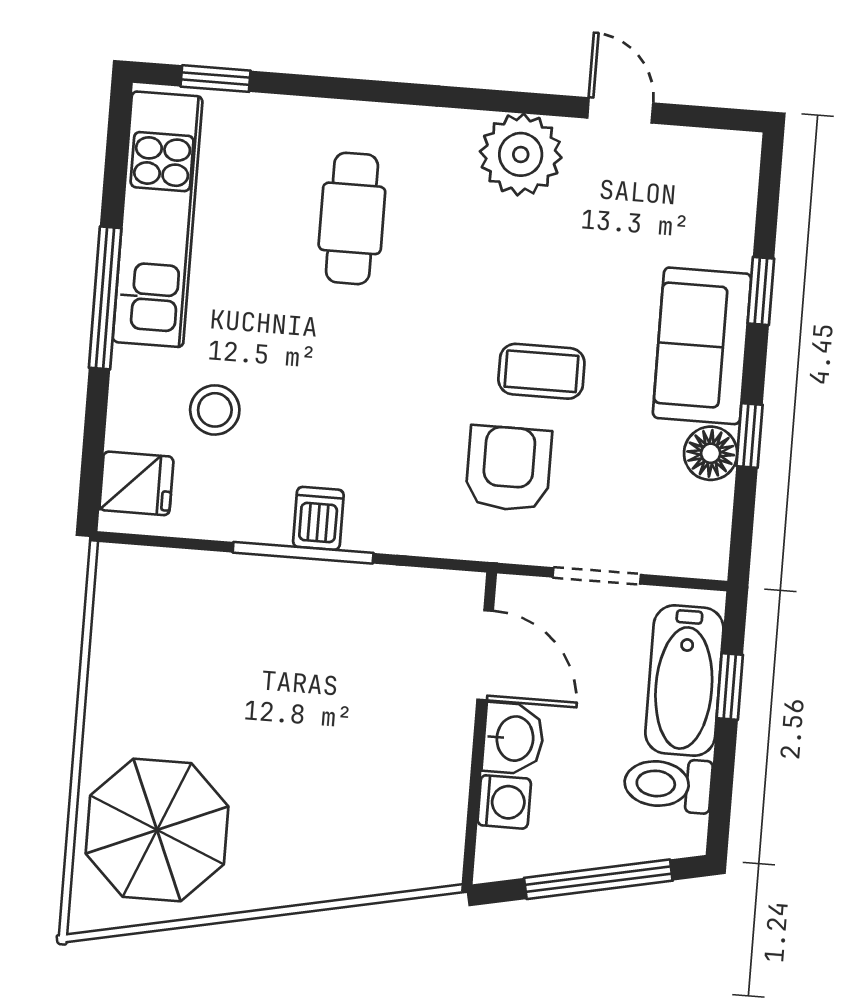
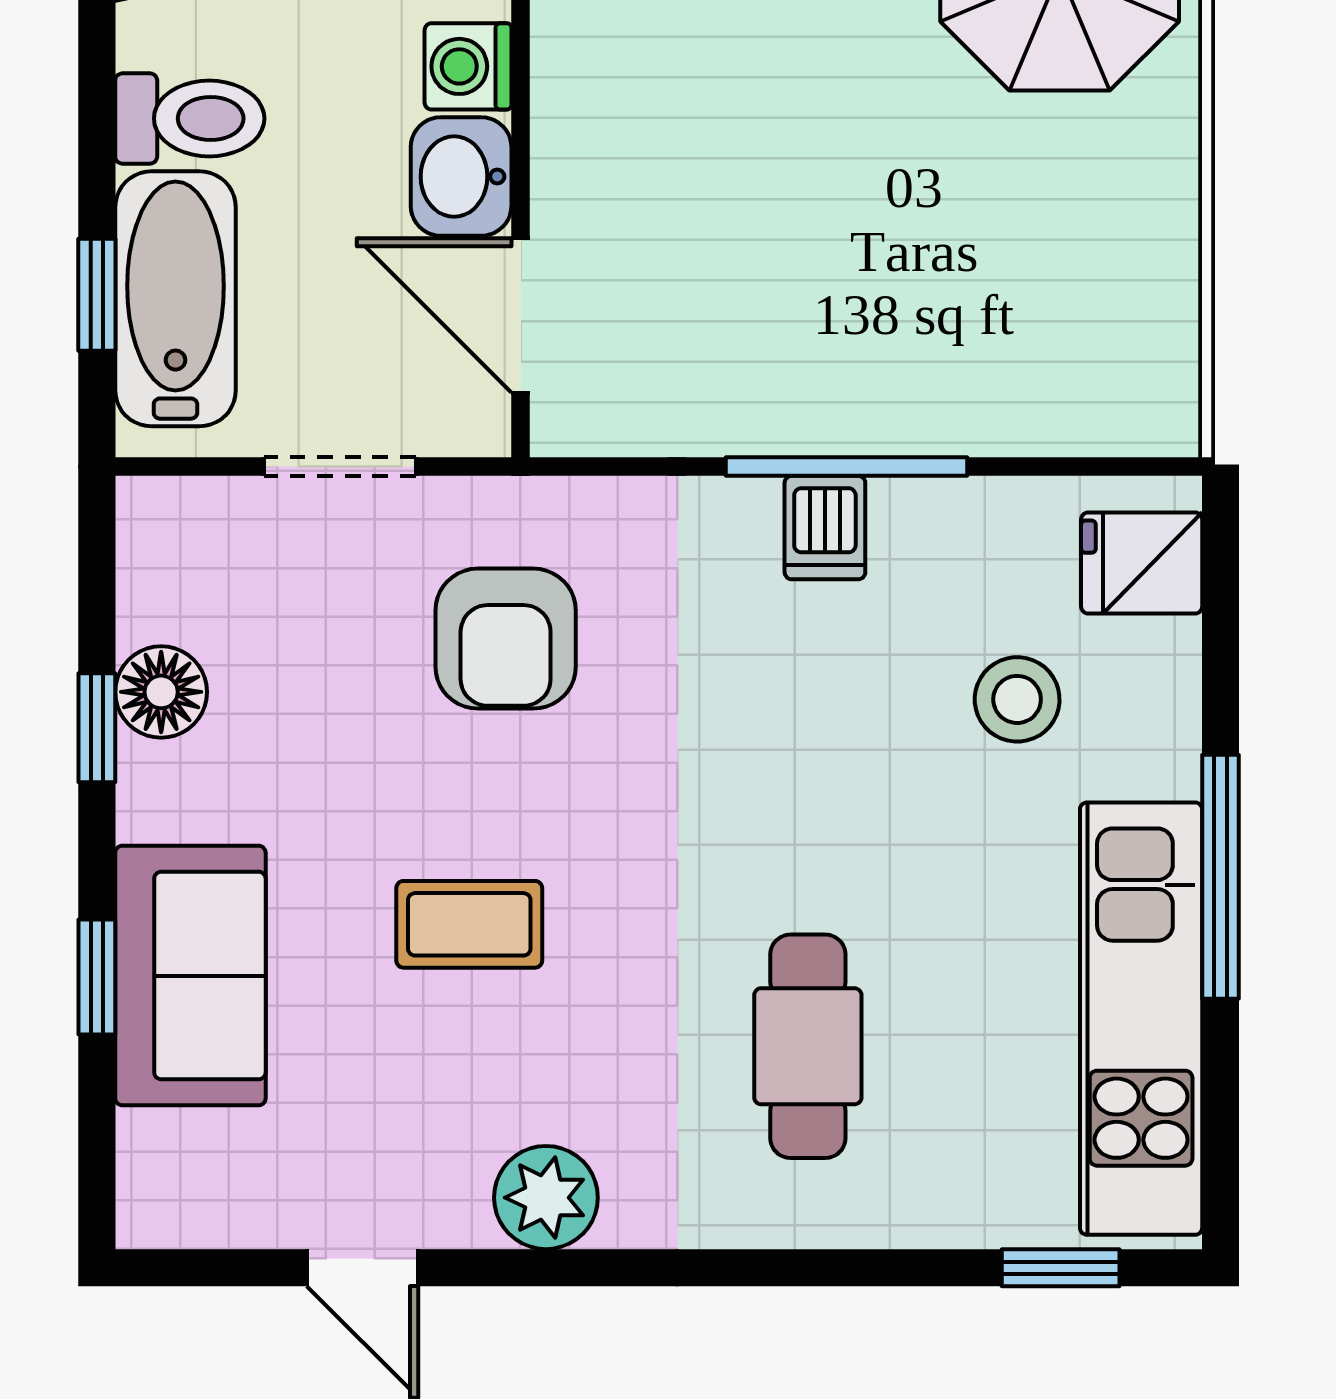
plant: (521, 154) -> (546, 1198), width x0.73, depth x0.73
sofa: (702, 346) -> (190, 976), moved
coffee table: (541, 371) -> (469, 924), moved

